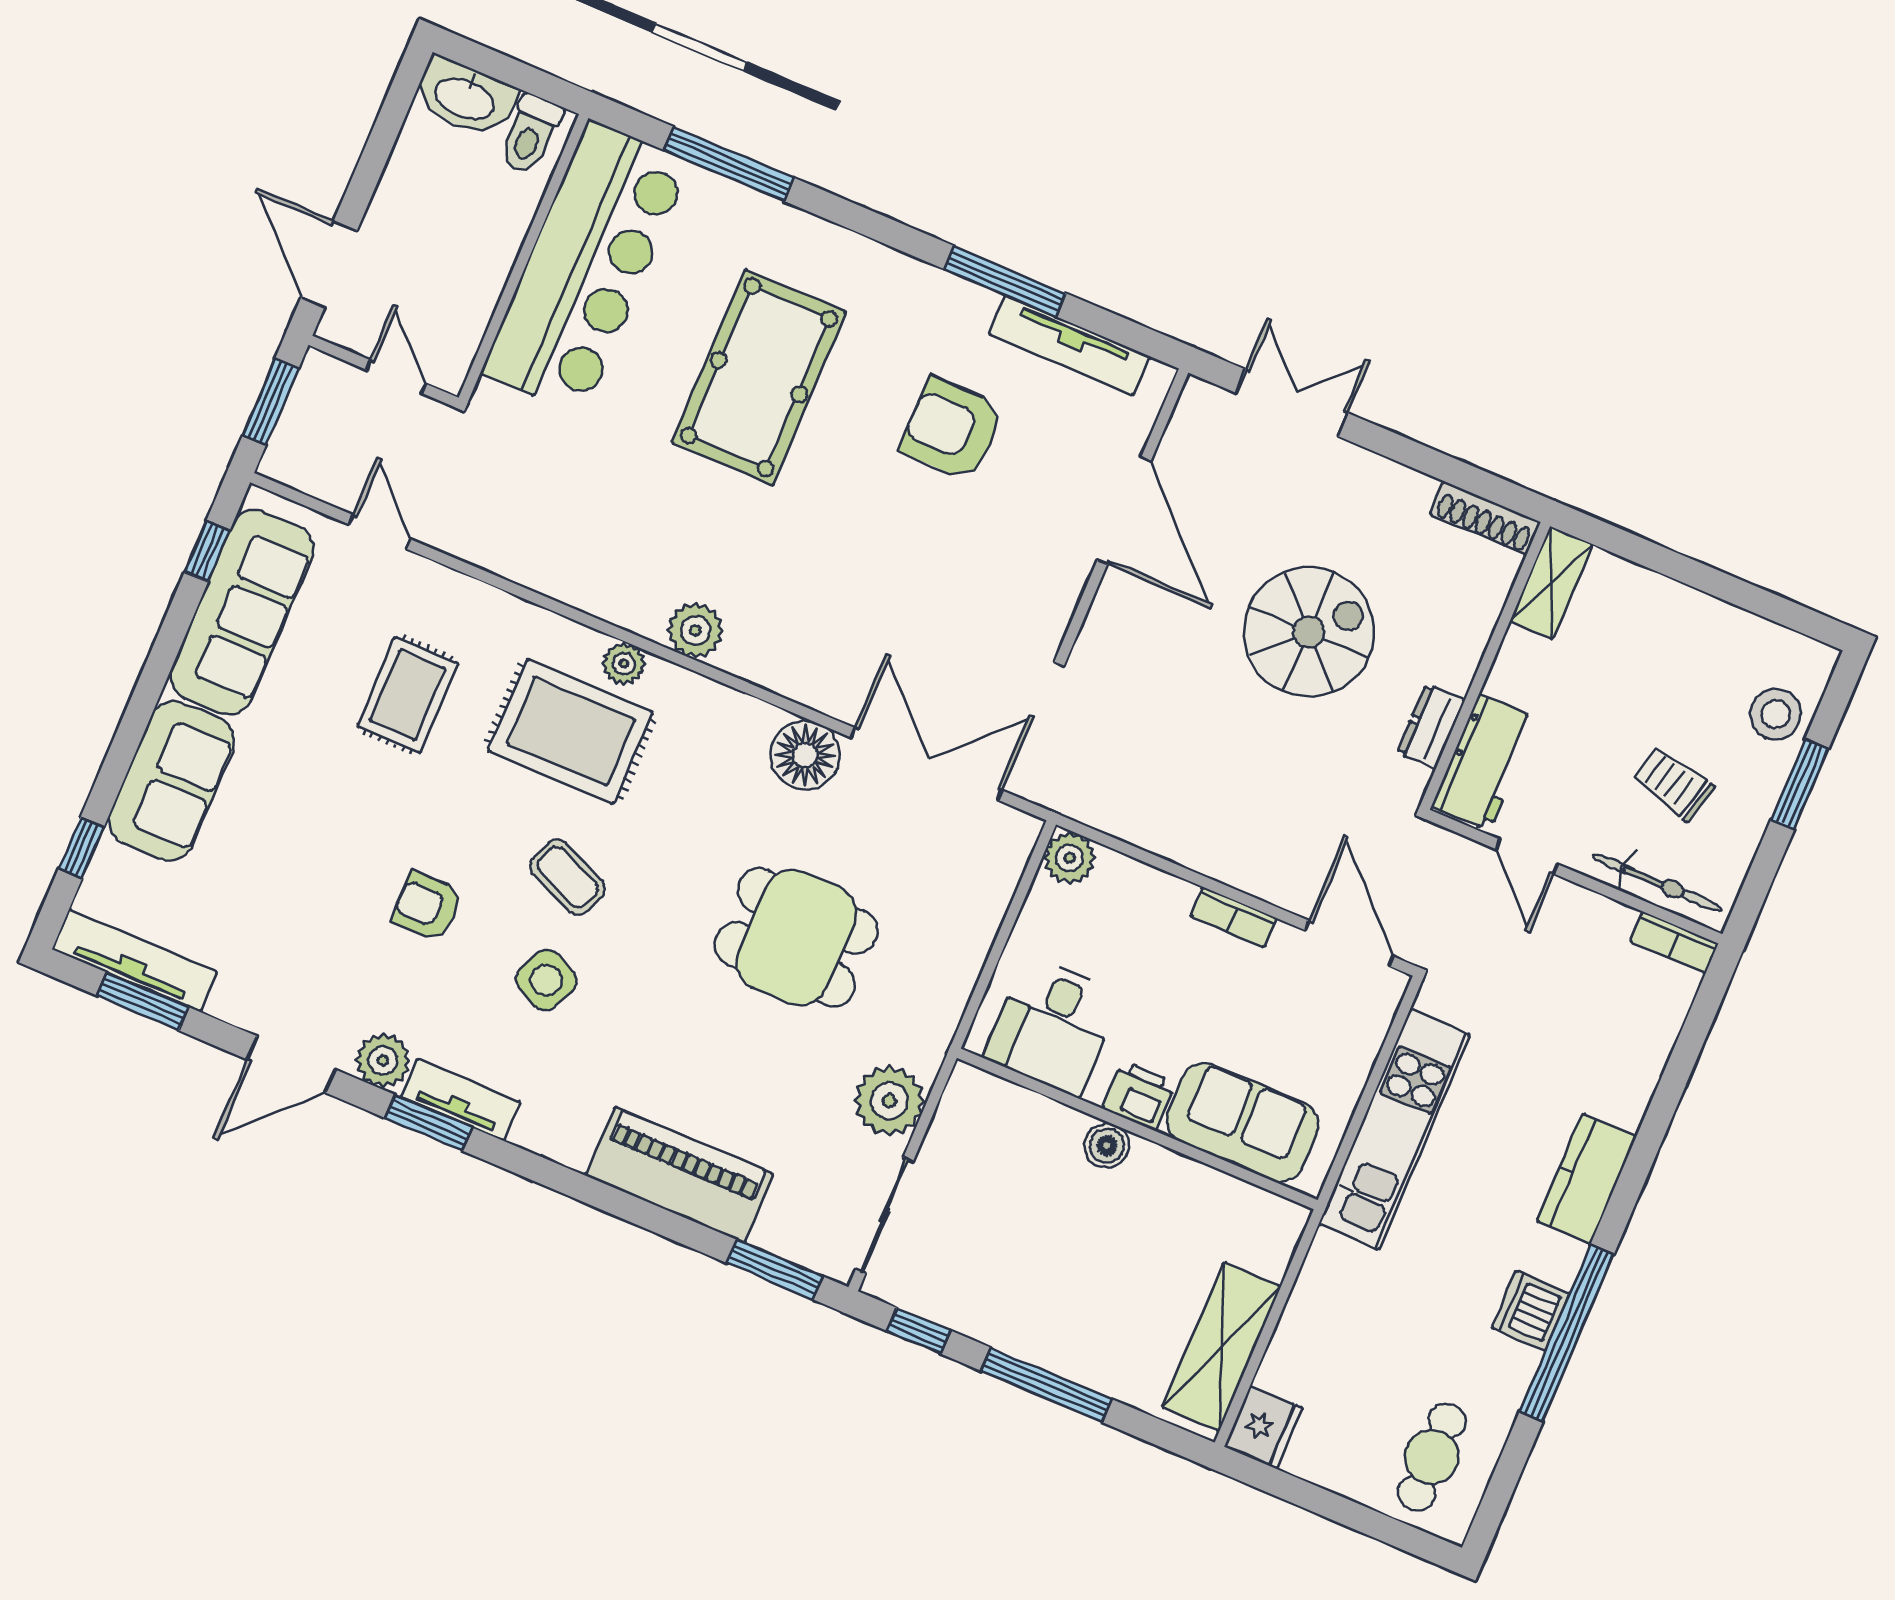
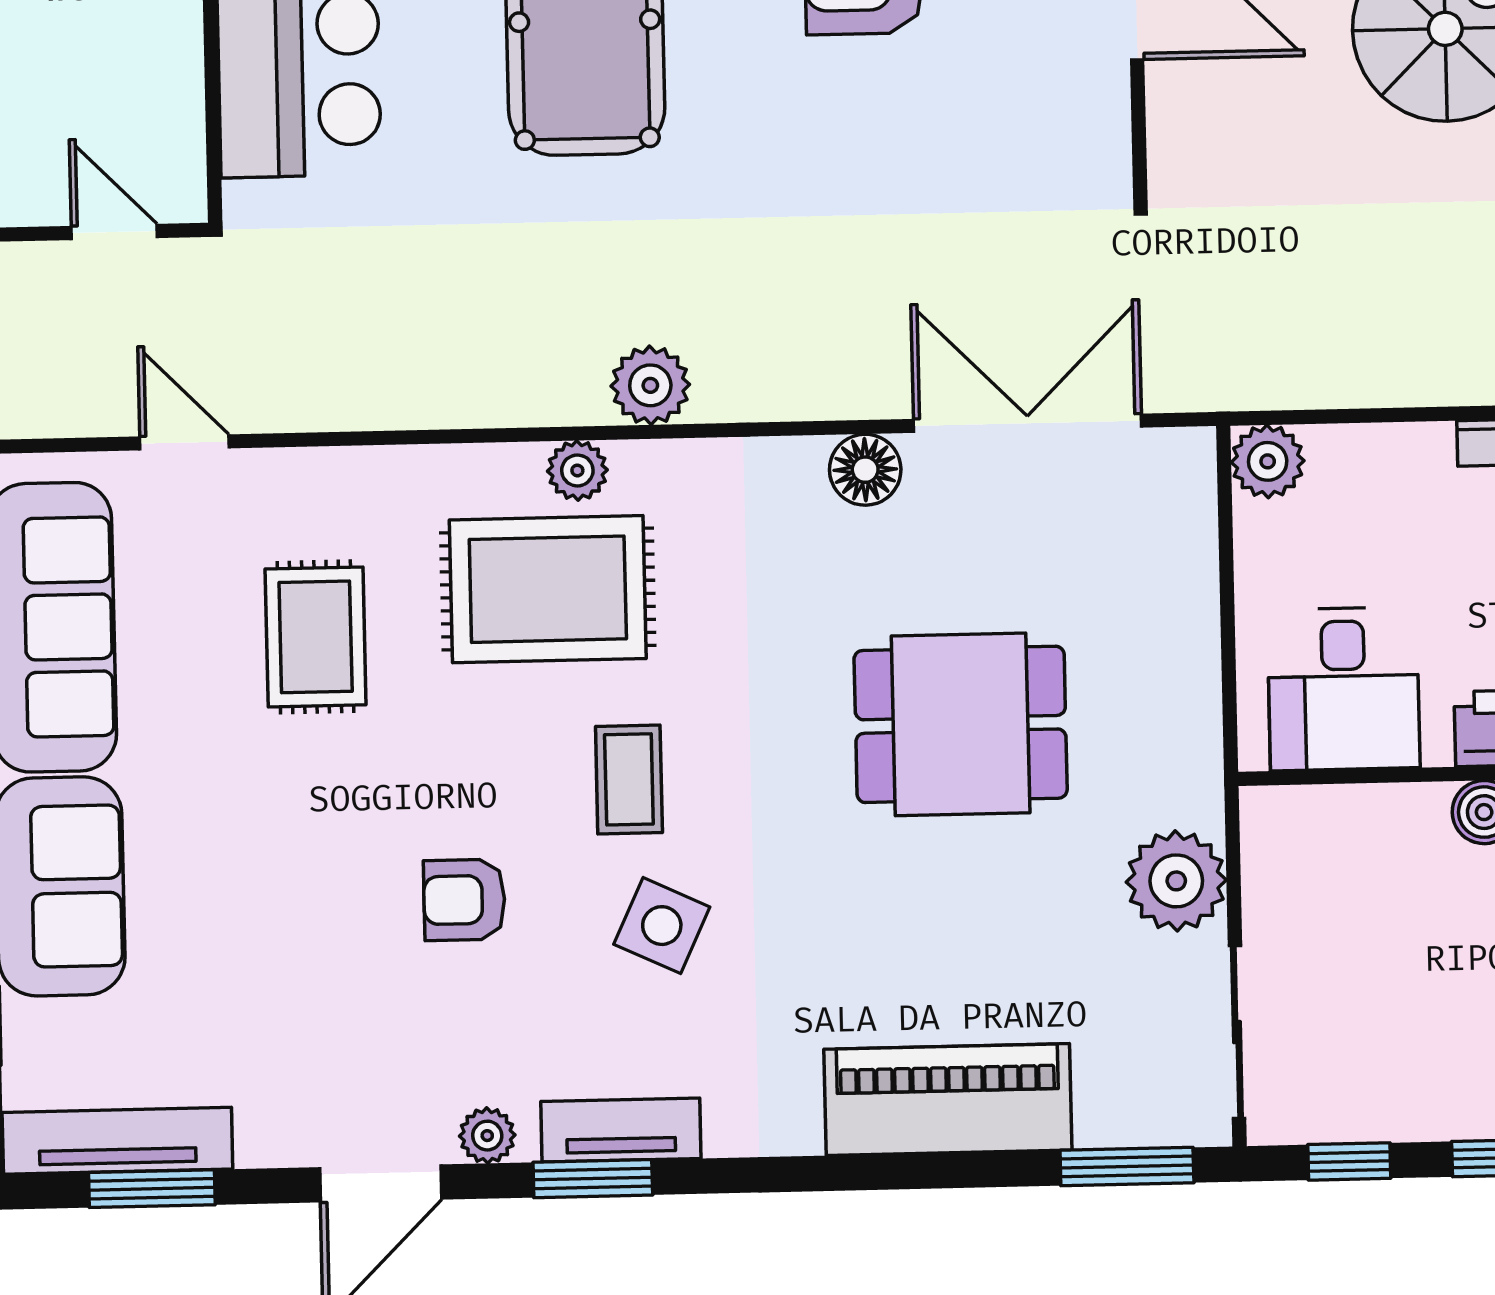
floor lamp: (805, 755) -> (865, 470), width x0.73, depth x0.73
coffee table: (567, 877) -> (629, 779), turned 67
plant: (383, 1061) -> (487, 1136), width x0.73, depth x0.73

